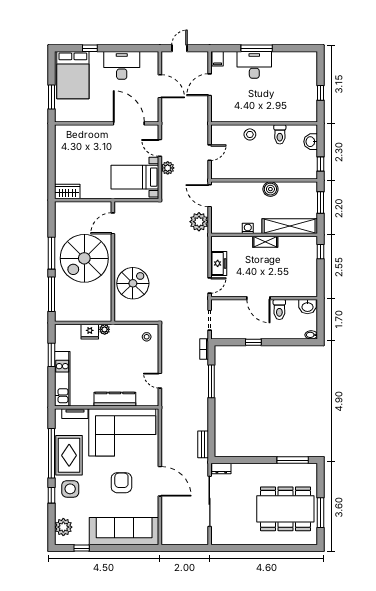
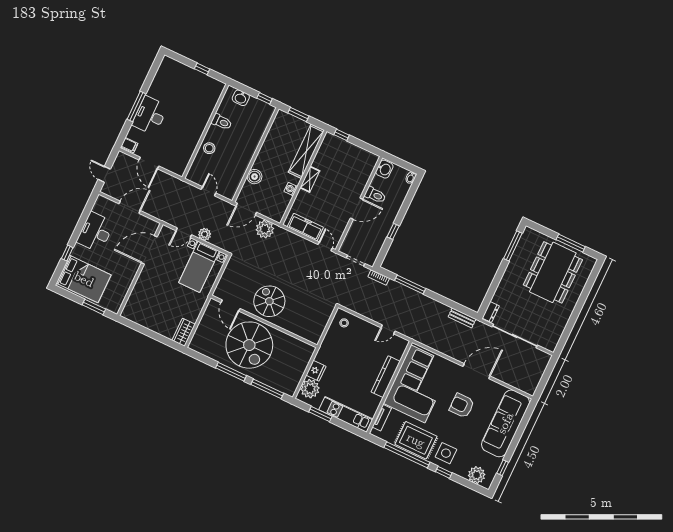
boiler: (270, 189) -> (255, 177), moved
freezer: (219, 263) -> (305, 227), width x1.40
spiral stairs: (133, 283) -> (269, 301), moved
plant: (105, 329) -> (310, 389), moved, width x1.88, depth x1.88

